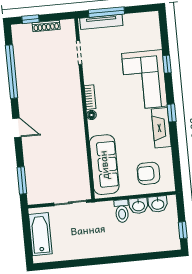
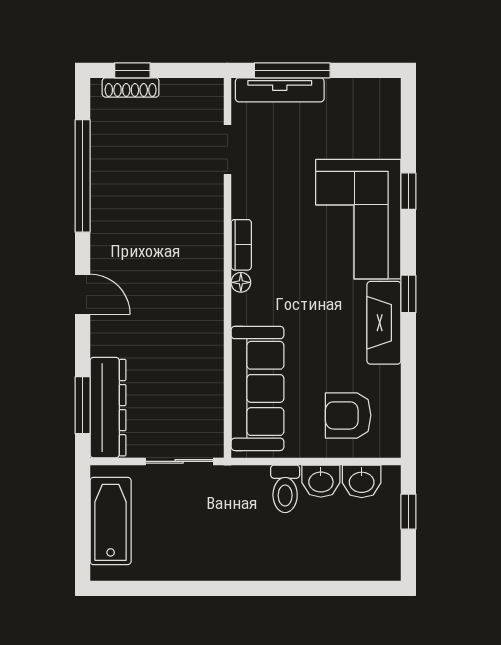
shoe rack: (46, 26) -> (131, 87), moved
dresser: (34, 180) -> (108, 408), added
window: (183, 230) -> (408, 512), moved

